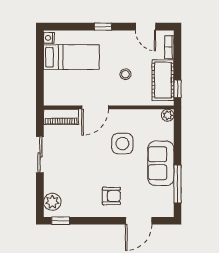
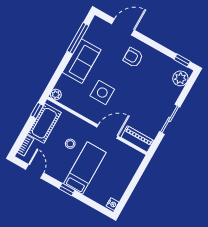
bed: (71, 57) -> (85, 168), moved, turned 90

